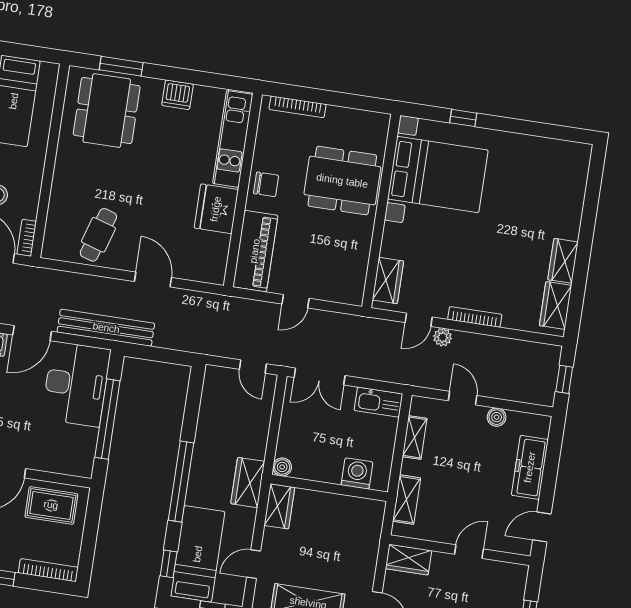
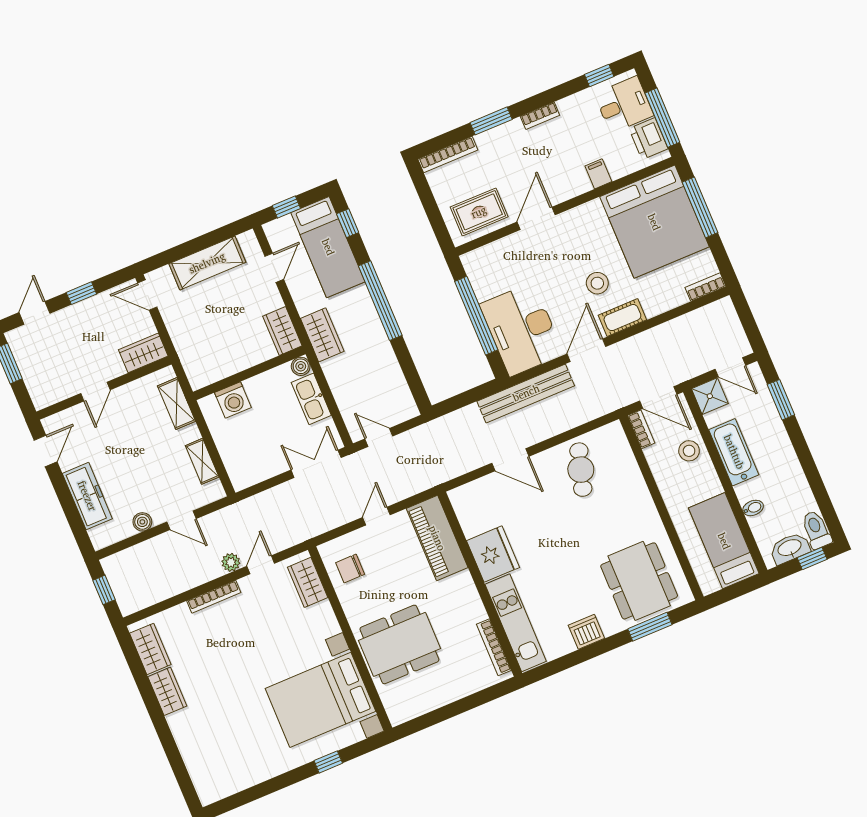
bookcase: (297, 107) -> (494, 647), moved, turned -90
chair: (266, 184) -> (350, 568), moved
kitchen sink: (378, 402) -> (311, 399), moved, turned -90

